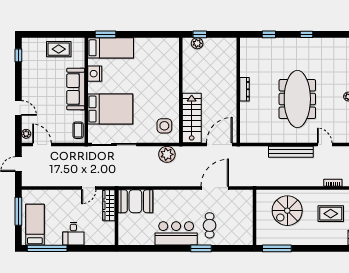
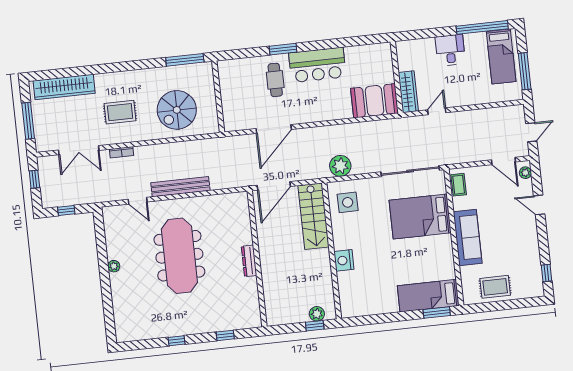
nightstand: (95, 74) -> (344, 260), moved, turned 180
spiral stairs: (287, 211) -> (177, 110), turned 180

